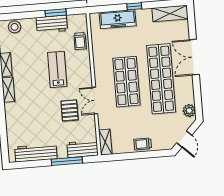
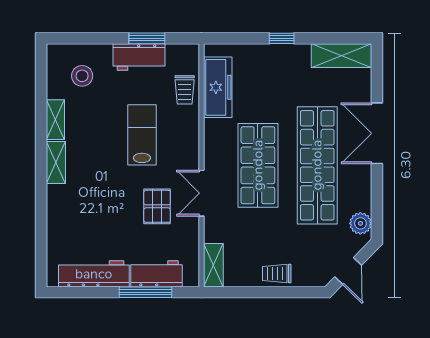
freezer: (118, 19) -> (218, 87), moved, turned -90
stool: (15, 27) -> (82, 76), moved
workbench: (83, 149) -> (156, 274), moved

